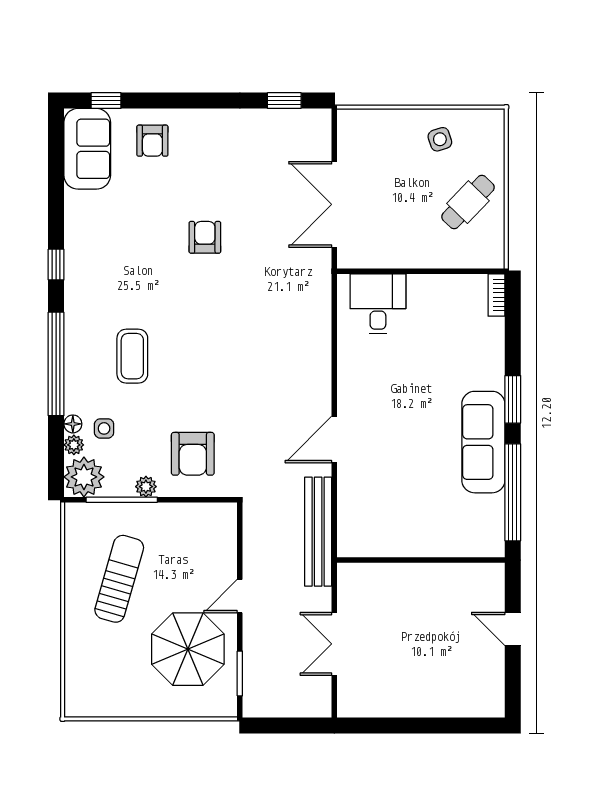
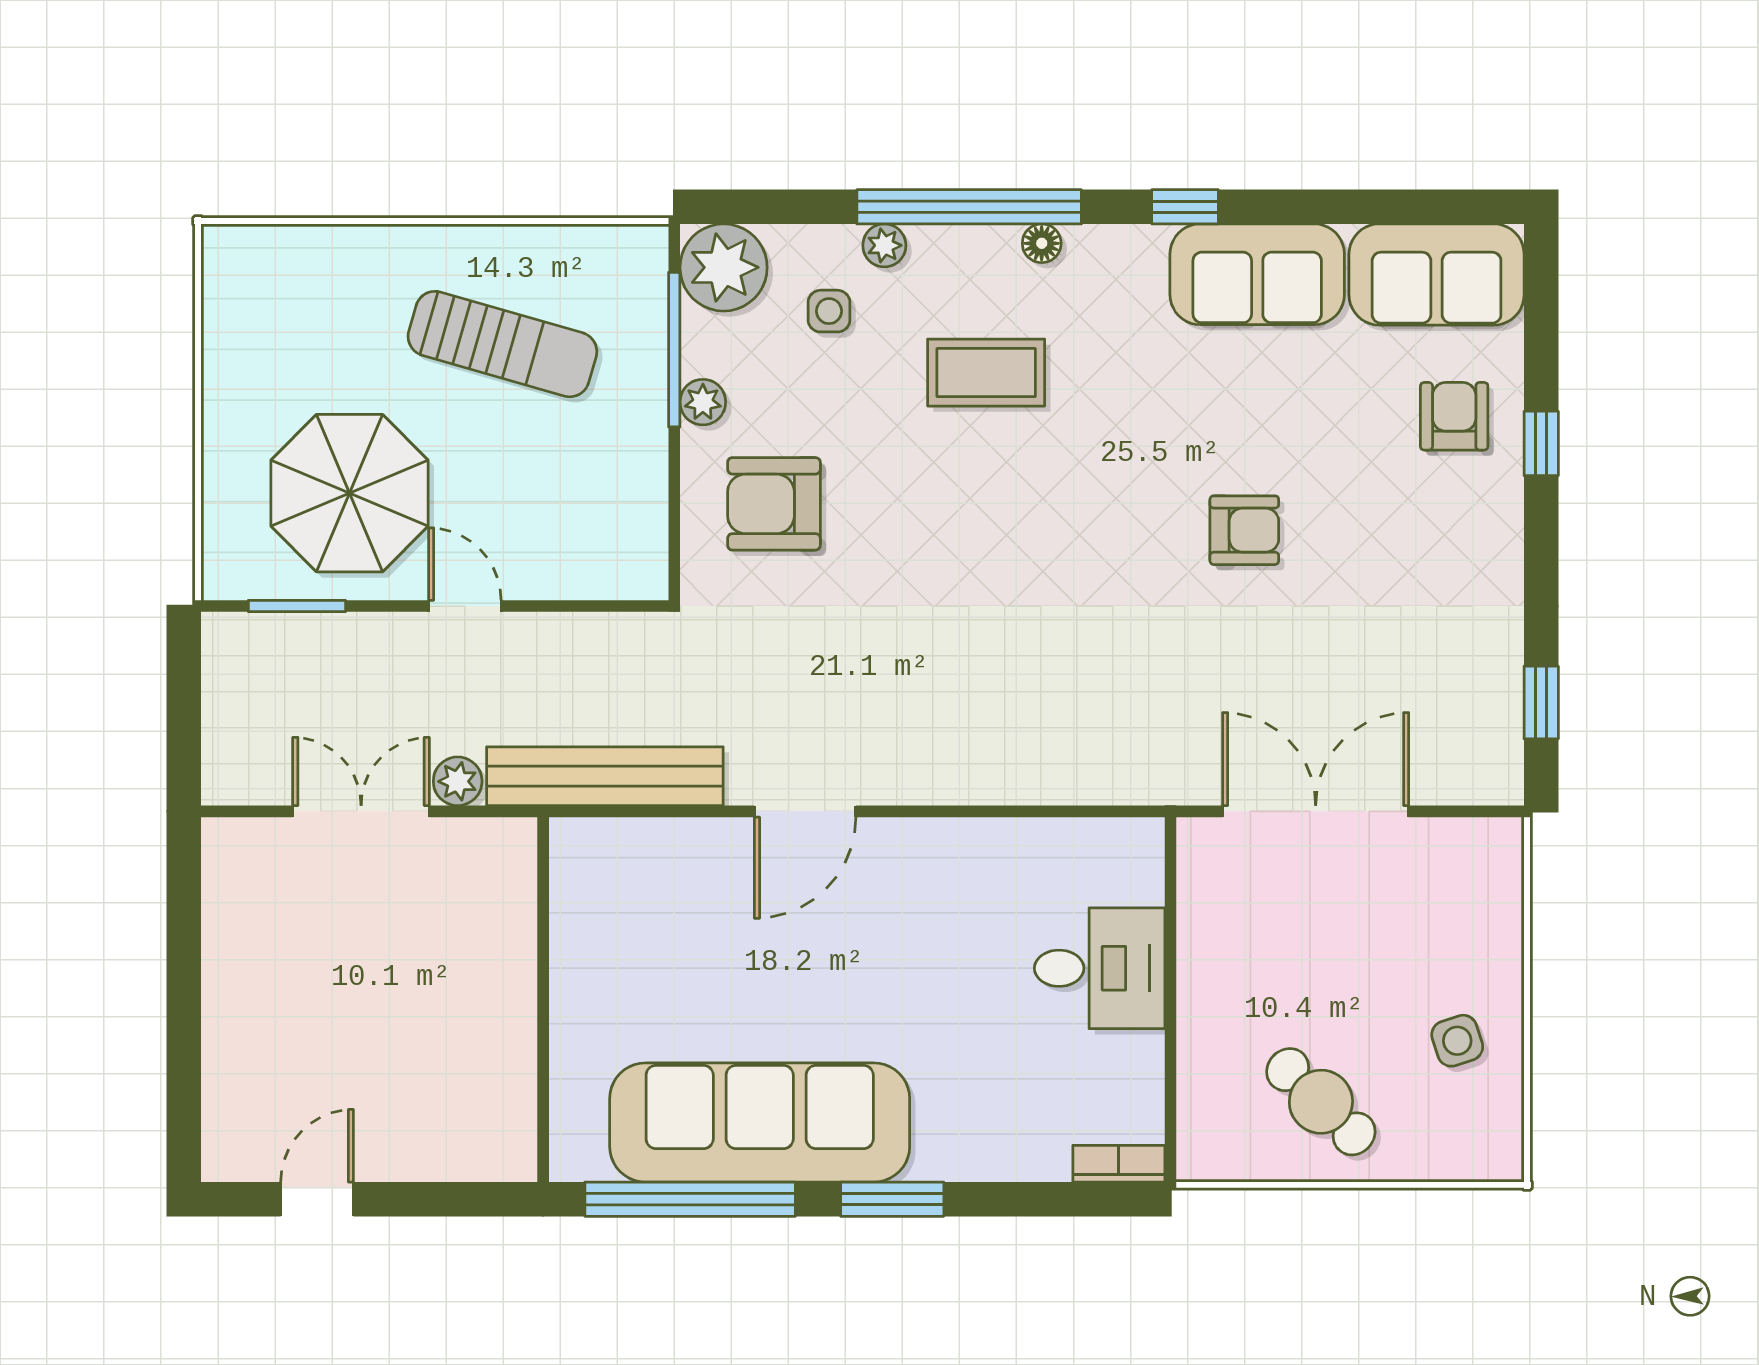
window: (106, 101) -> (1541, 443), moved
armchair: (152, 141) -> (1454, 416), turned 90
sofa: (87, 231) -> (1257, 274), added
desk: (378, 304) -> (1100, 968), moved
floor lamp: (73, 424) -> (1042, 243), moved
door: (334, 439) -> (805, 811), swing flipped
sofa: (483, 442) -> (760, 1122), width x1.36, depth x1.27
plant: (74, 445) -> (884, 245), moved
plant: (320, 599) -> (458, 781), added
door: (513, 629) -> (317, 1199), moved

